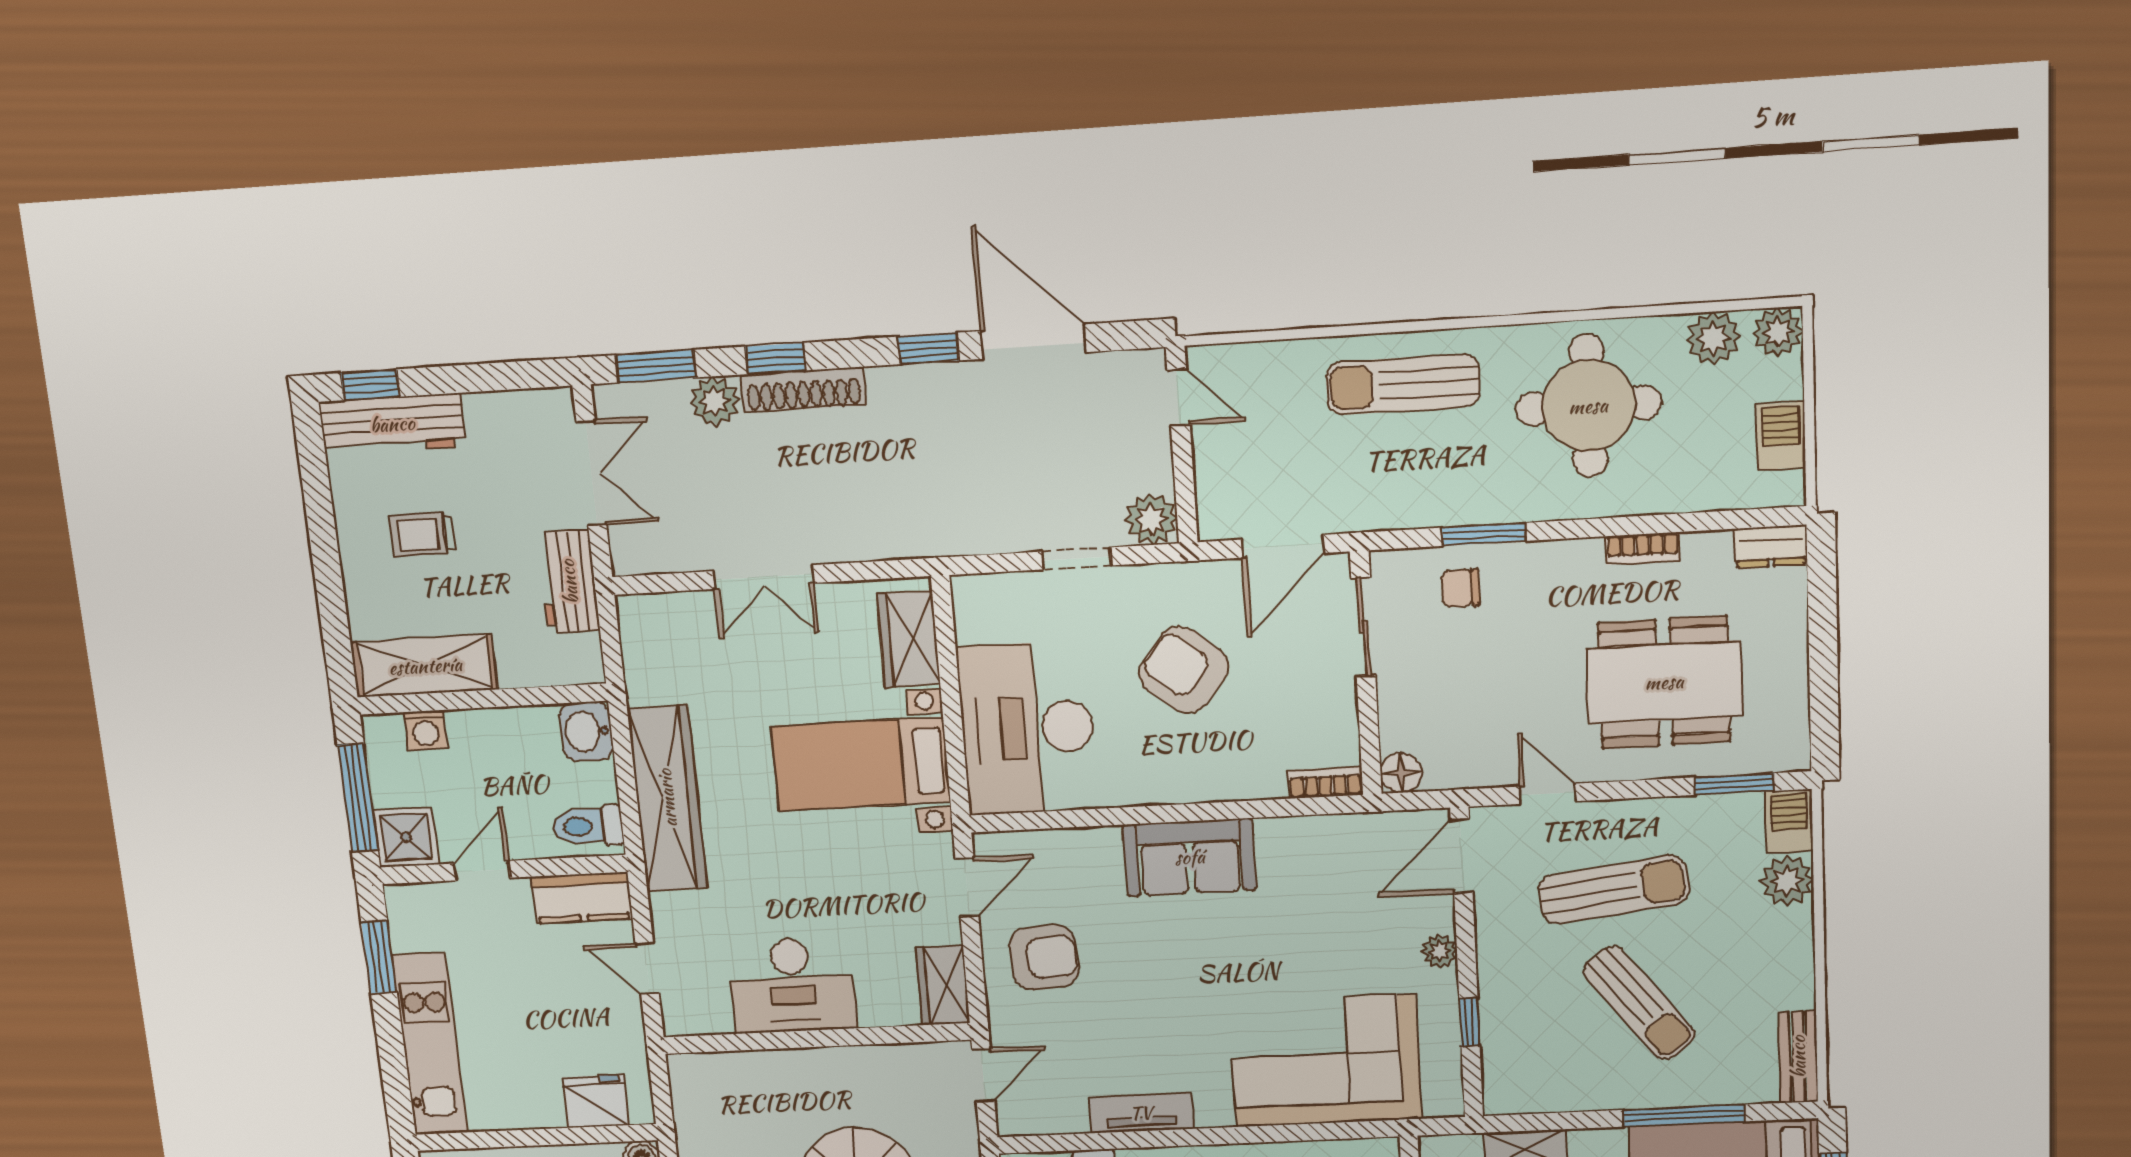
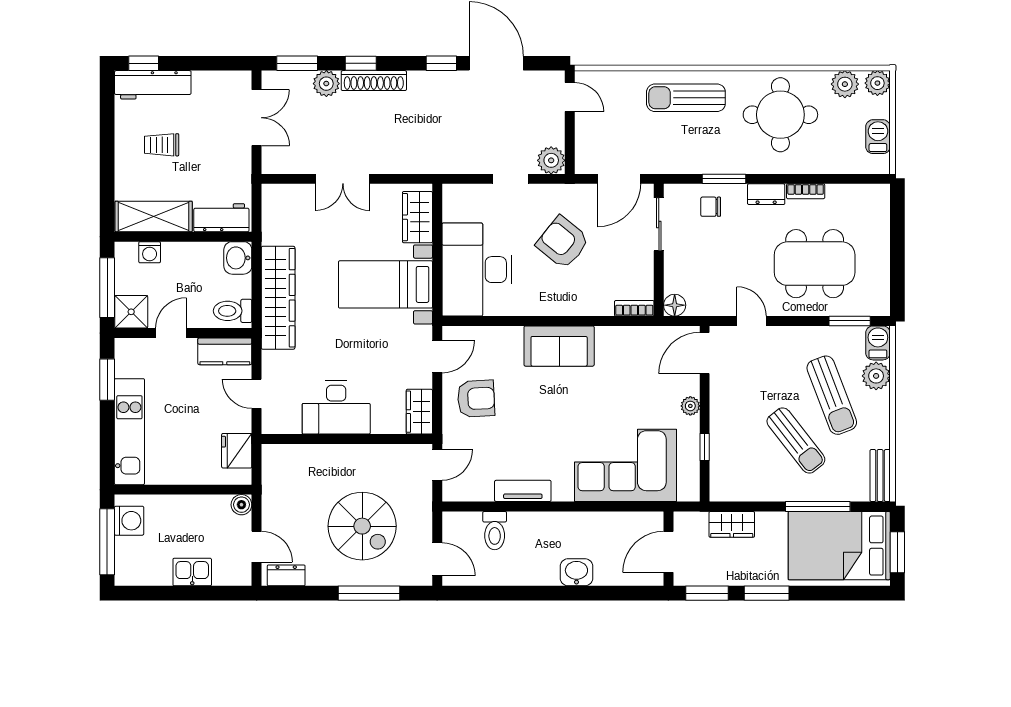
dresser: (1771, 546) -> (766, 194), moved
workbench: (569, 582) -> (221, 218), moved, turned 90
sun lounger: (1614, 890) -> (832, 395), moved, turned 76
fridge: (596, 1101) -> (237, 451), moved, turned -90

